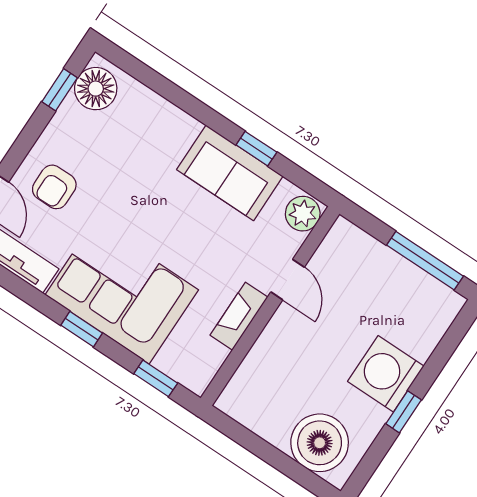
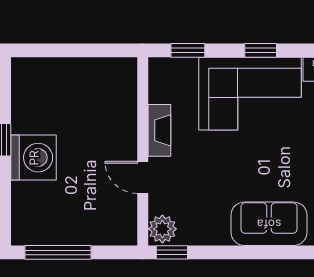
window: (256, 149) -> (172, 252), moved
sofa: (230, 173) -> (269, 224), moved
boiler: (320, 443) -> (47, 81), removed

